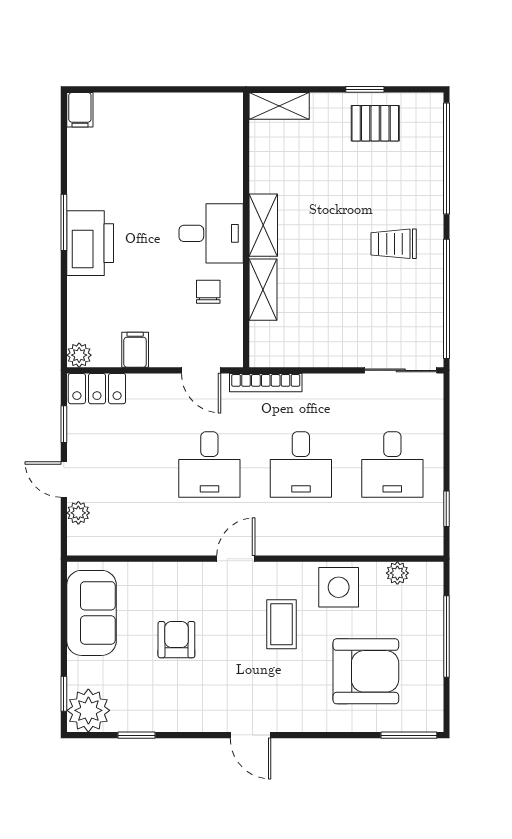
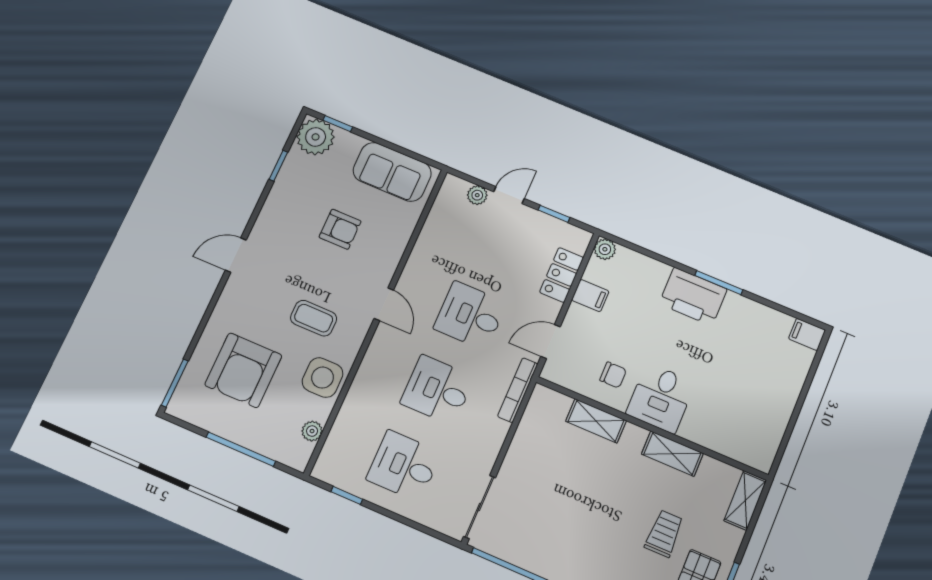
shelving: (263, 225) -> (672, 454), moved
trolley: (394, 244) -> (664, 533), moved
locker: (97, 389) -> (562, 275), moved

